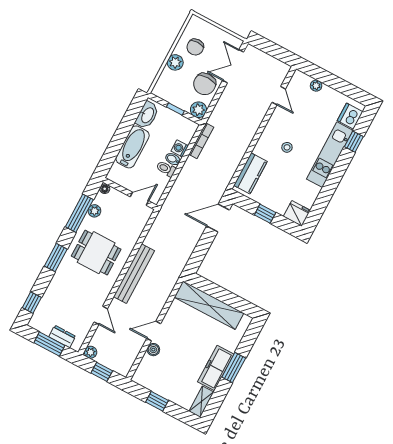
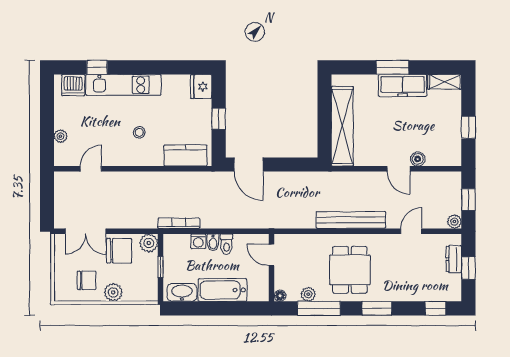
window: (49, 344) -> (468, 268), width x0.67

